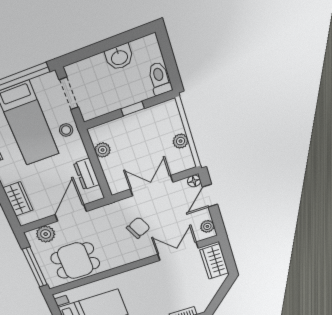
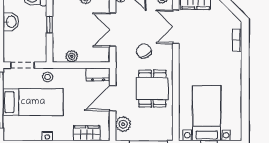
dresser: (87, 174) -> (98, 75), moved
door: (71, 213) -> (113, 98), hinge flipped
dining table: (75, 261) -> (152, 89), moved

